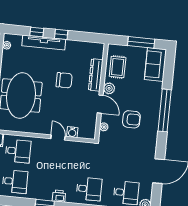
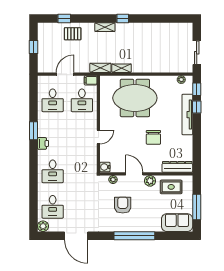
window: (61, 34) -> (197, 89), moved
dresser: (96, 75) -> (177, 167), moved
door: (100, 104) -> (134, 174), swing flipped
armchair: (131, 119) -> (123, 205), turned 180
water cooler: (72, 132) -> (105, 167), moved

